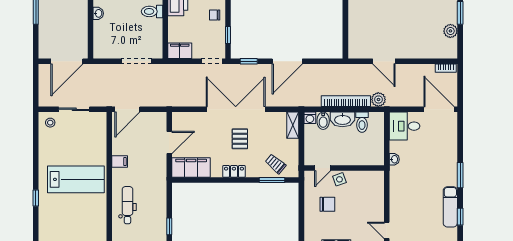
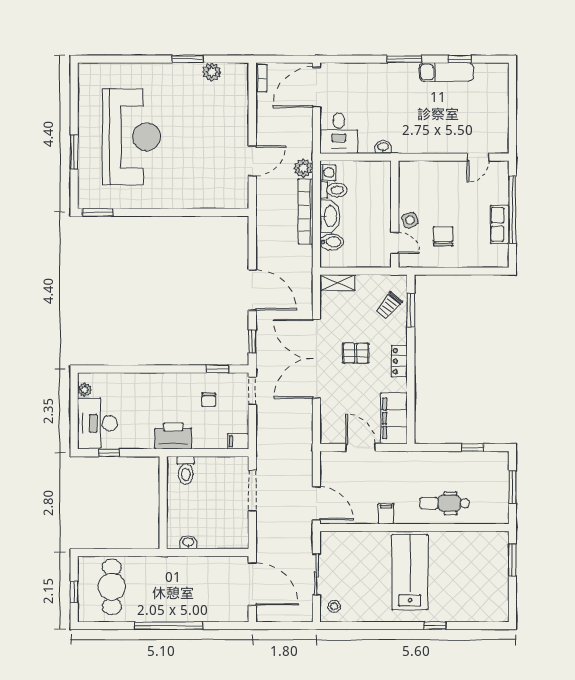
chair: (215, 15) -> (209, 400), moved
filing cabinet: (180, 51) -> (238, 441), width x0.50
washing machine: (310, 118) -> (328, 173), moved

